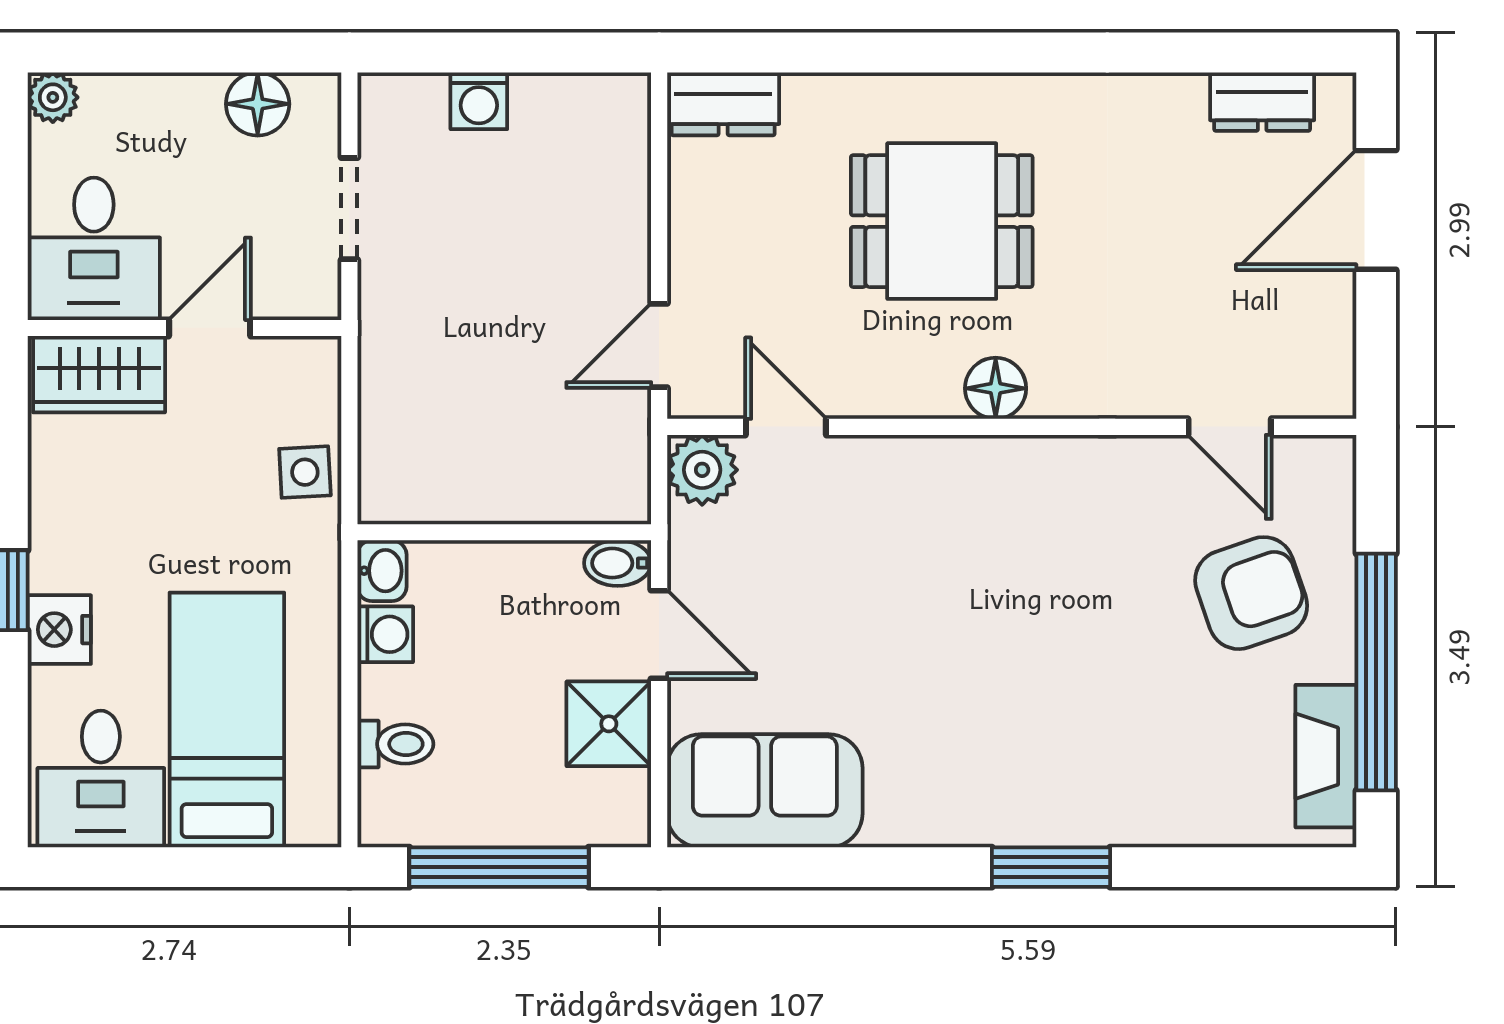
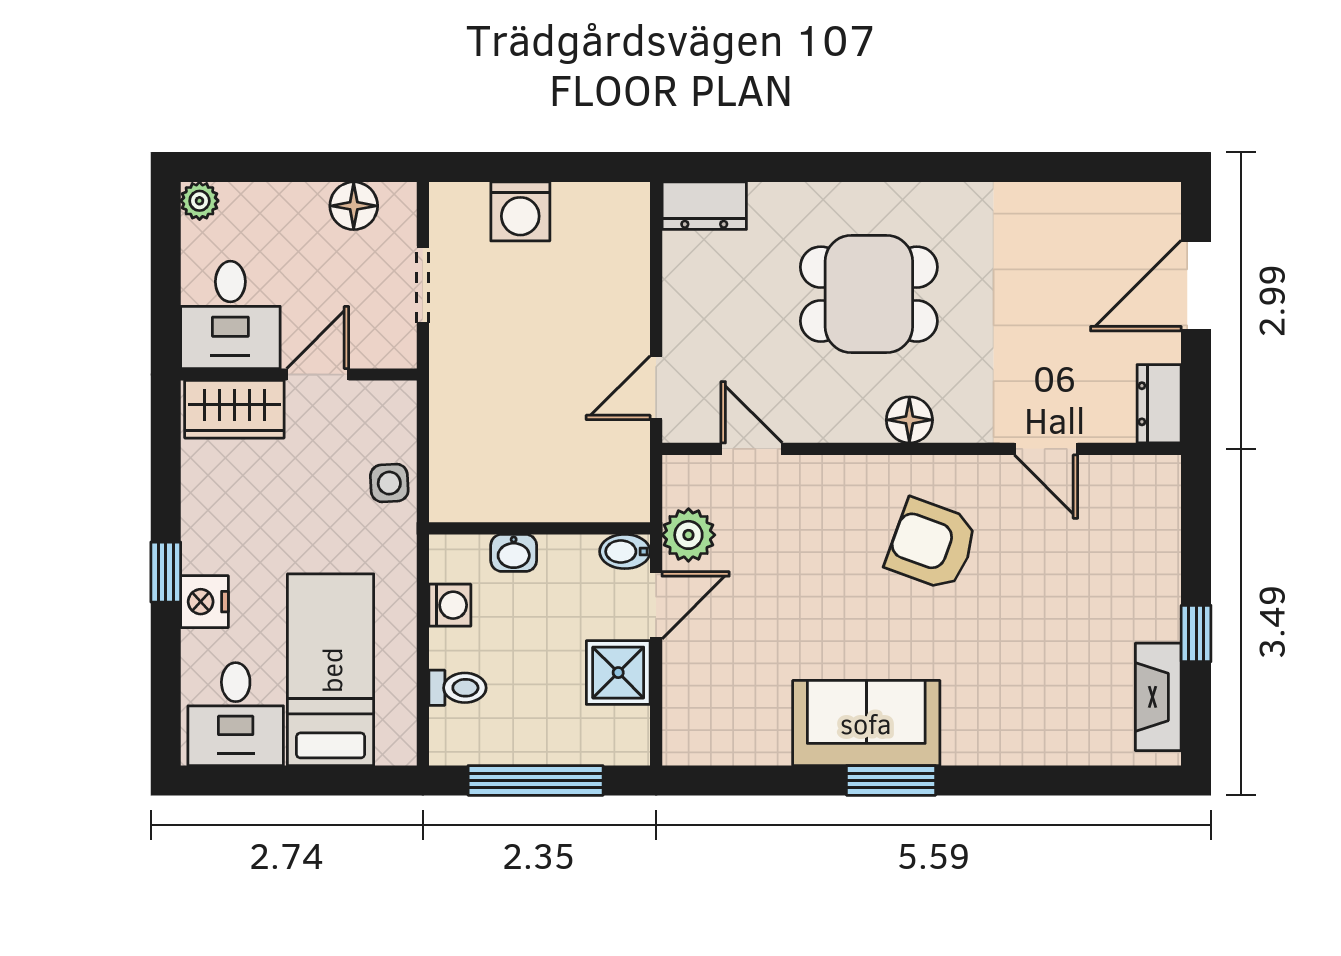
washing machine: (479, 101) -> (520, 211), width x1.38, depth x1.38
dresser: (1262, 102) -> (1159, 404), moved, turned 90
door: (1230, 427) -> (1046, 449), moved
plant: (702, 470) -> (688, 535), moved
washbasin: (382, 571) -> (514, 553), moved, turned 90
armchair: (1251, 593) -> (932, 544), moved, turned -141
door: (659, 634) -> (656, 605), hinge flipped
window: (1376, 672) -> (1196, 634), width x0.32
sofa: (765, 791) -> (866, 723), moved
window: (1051, 867) -> (891, 780), moved

